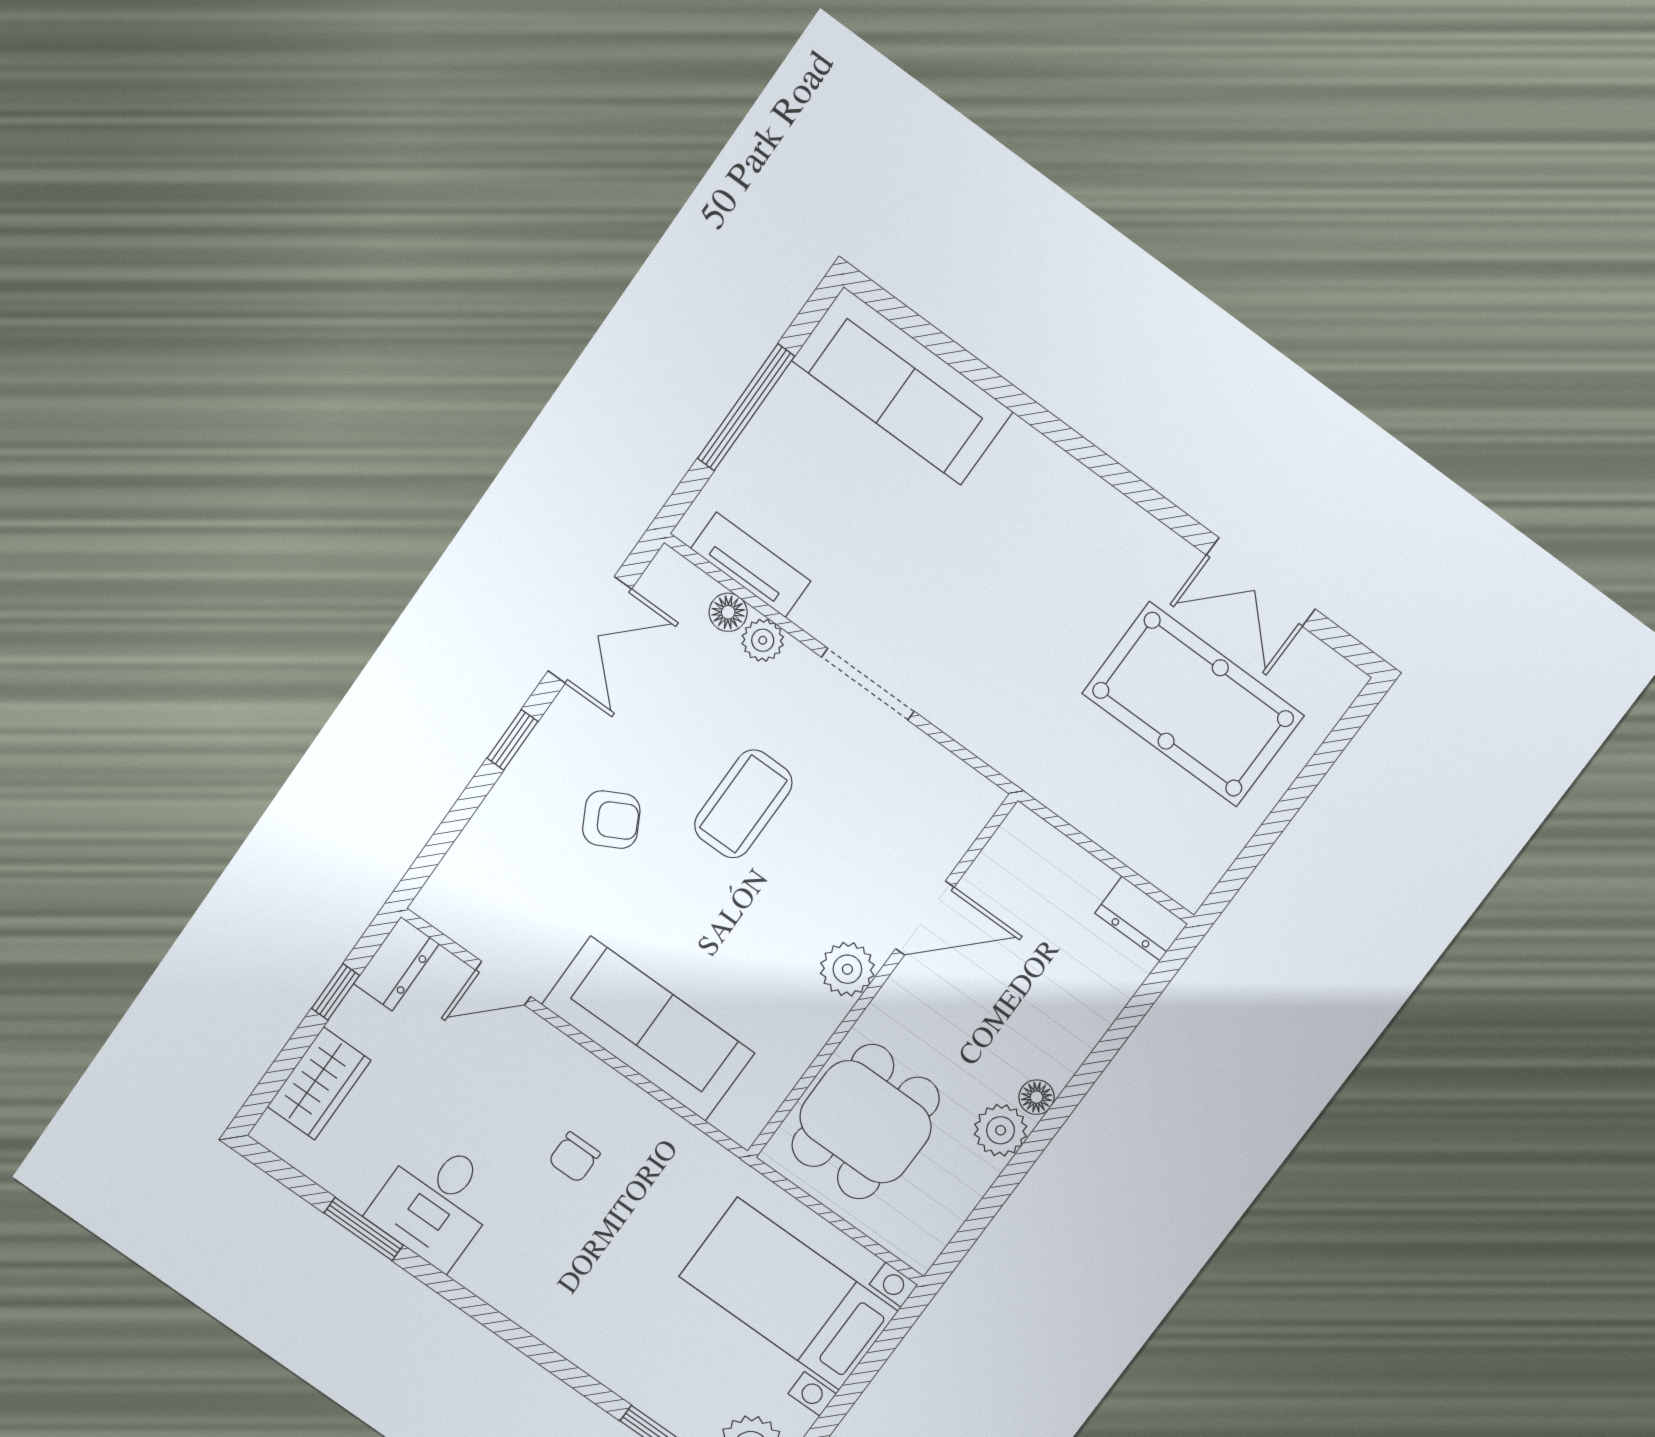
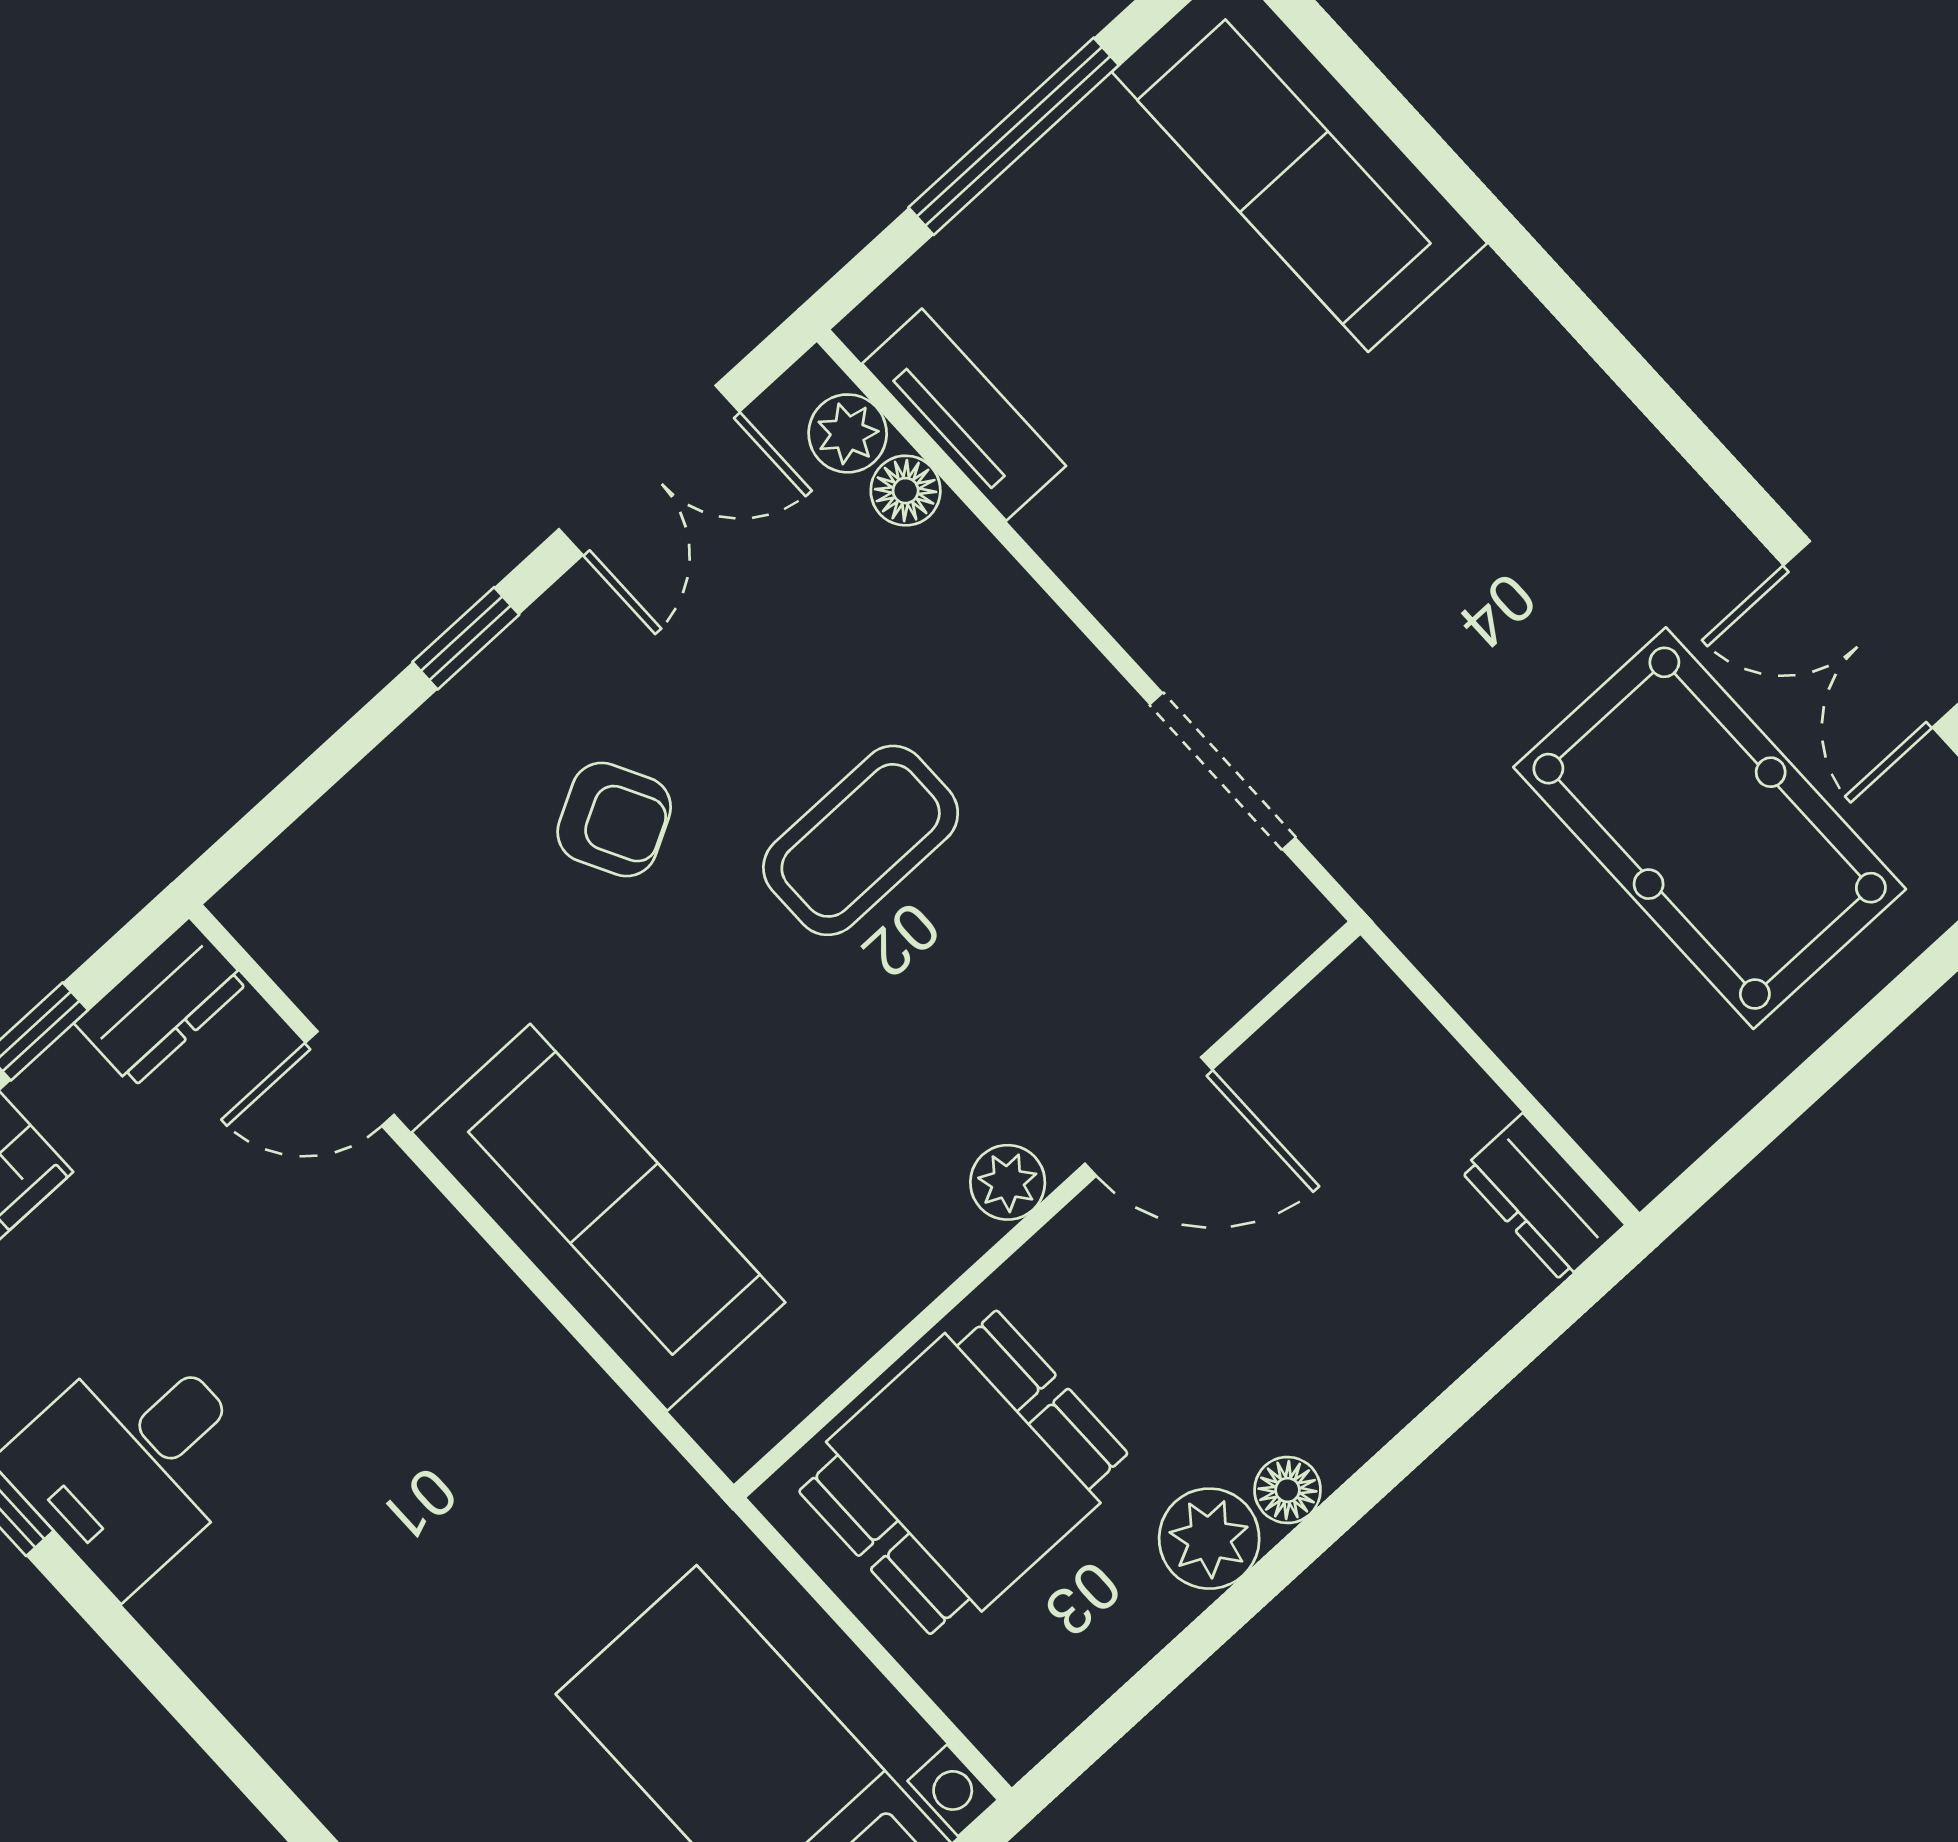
plant: (763, 640) -> (848, 433), moved
doorway: (868, 684) -> (1223, 771), moved
plant: (847, 969) -> (1008, 1182), width x0.73, depth x0.73
chair: (574, 1157) -> (410, 1429), removed

